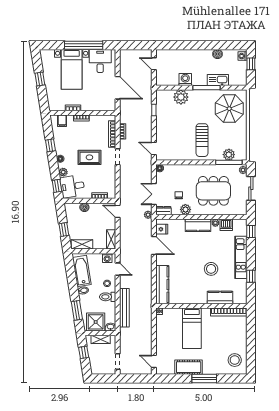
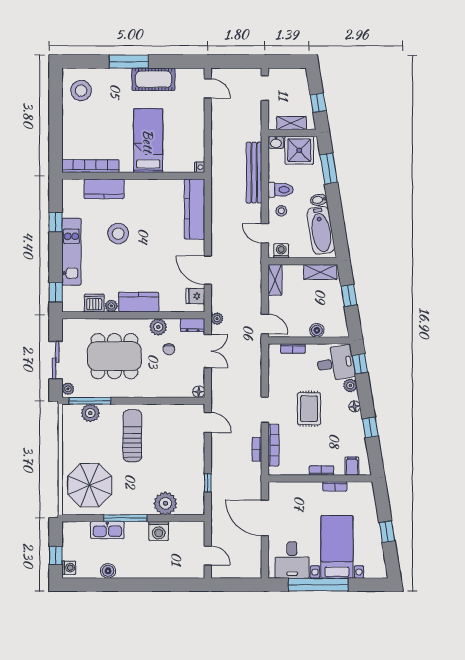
rug: (89, 157) -> (309, 409), turned 90

